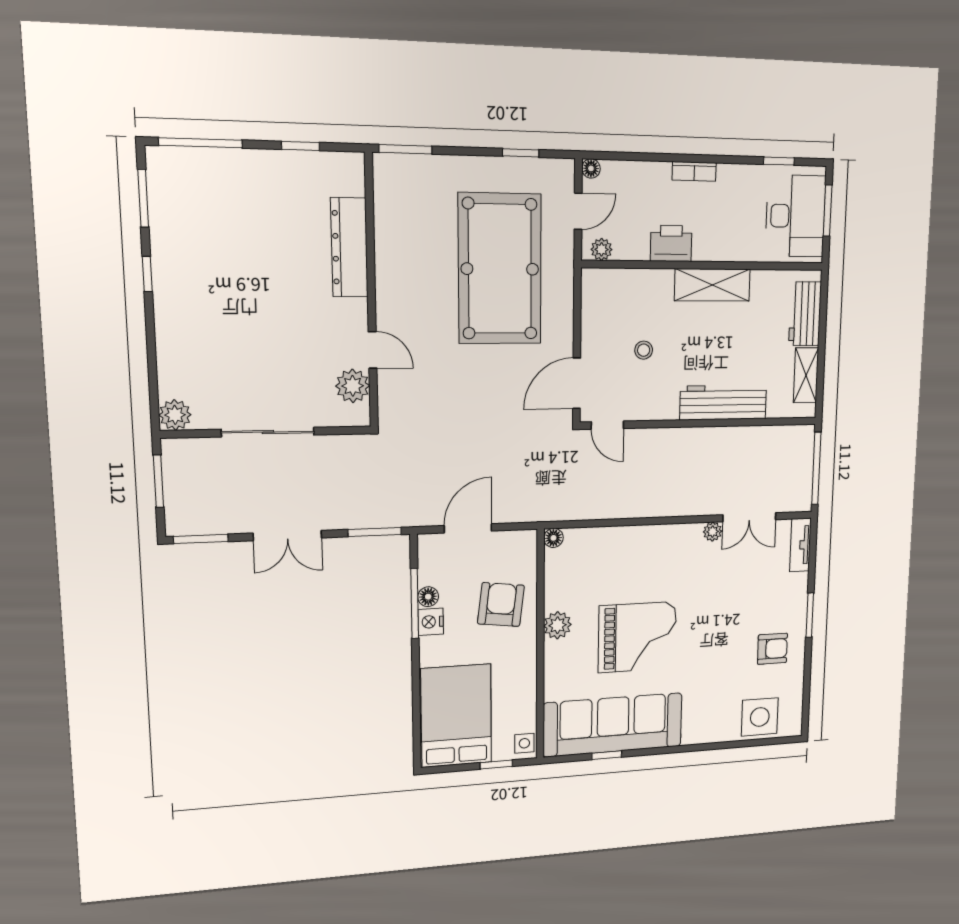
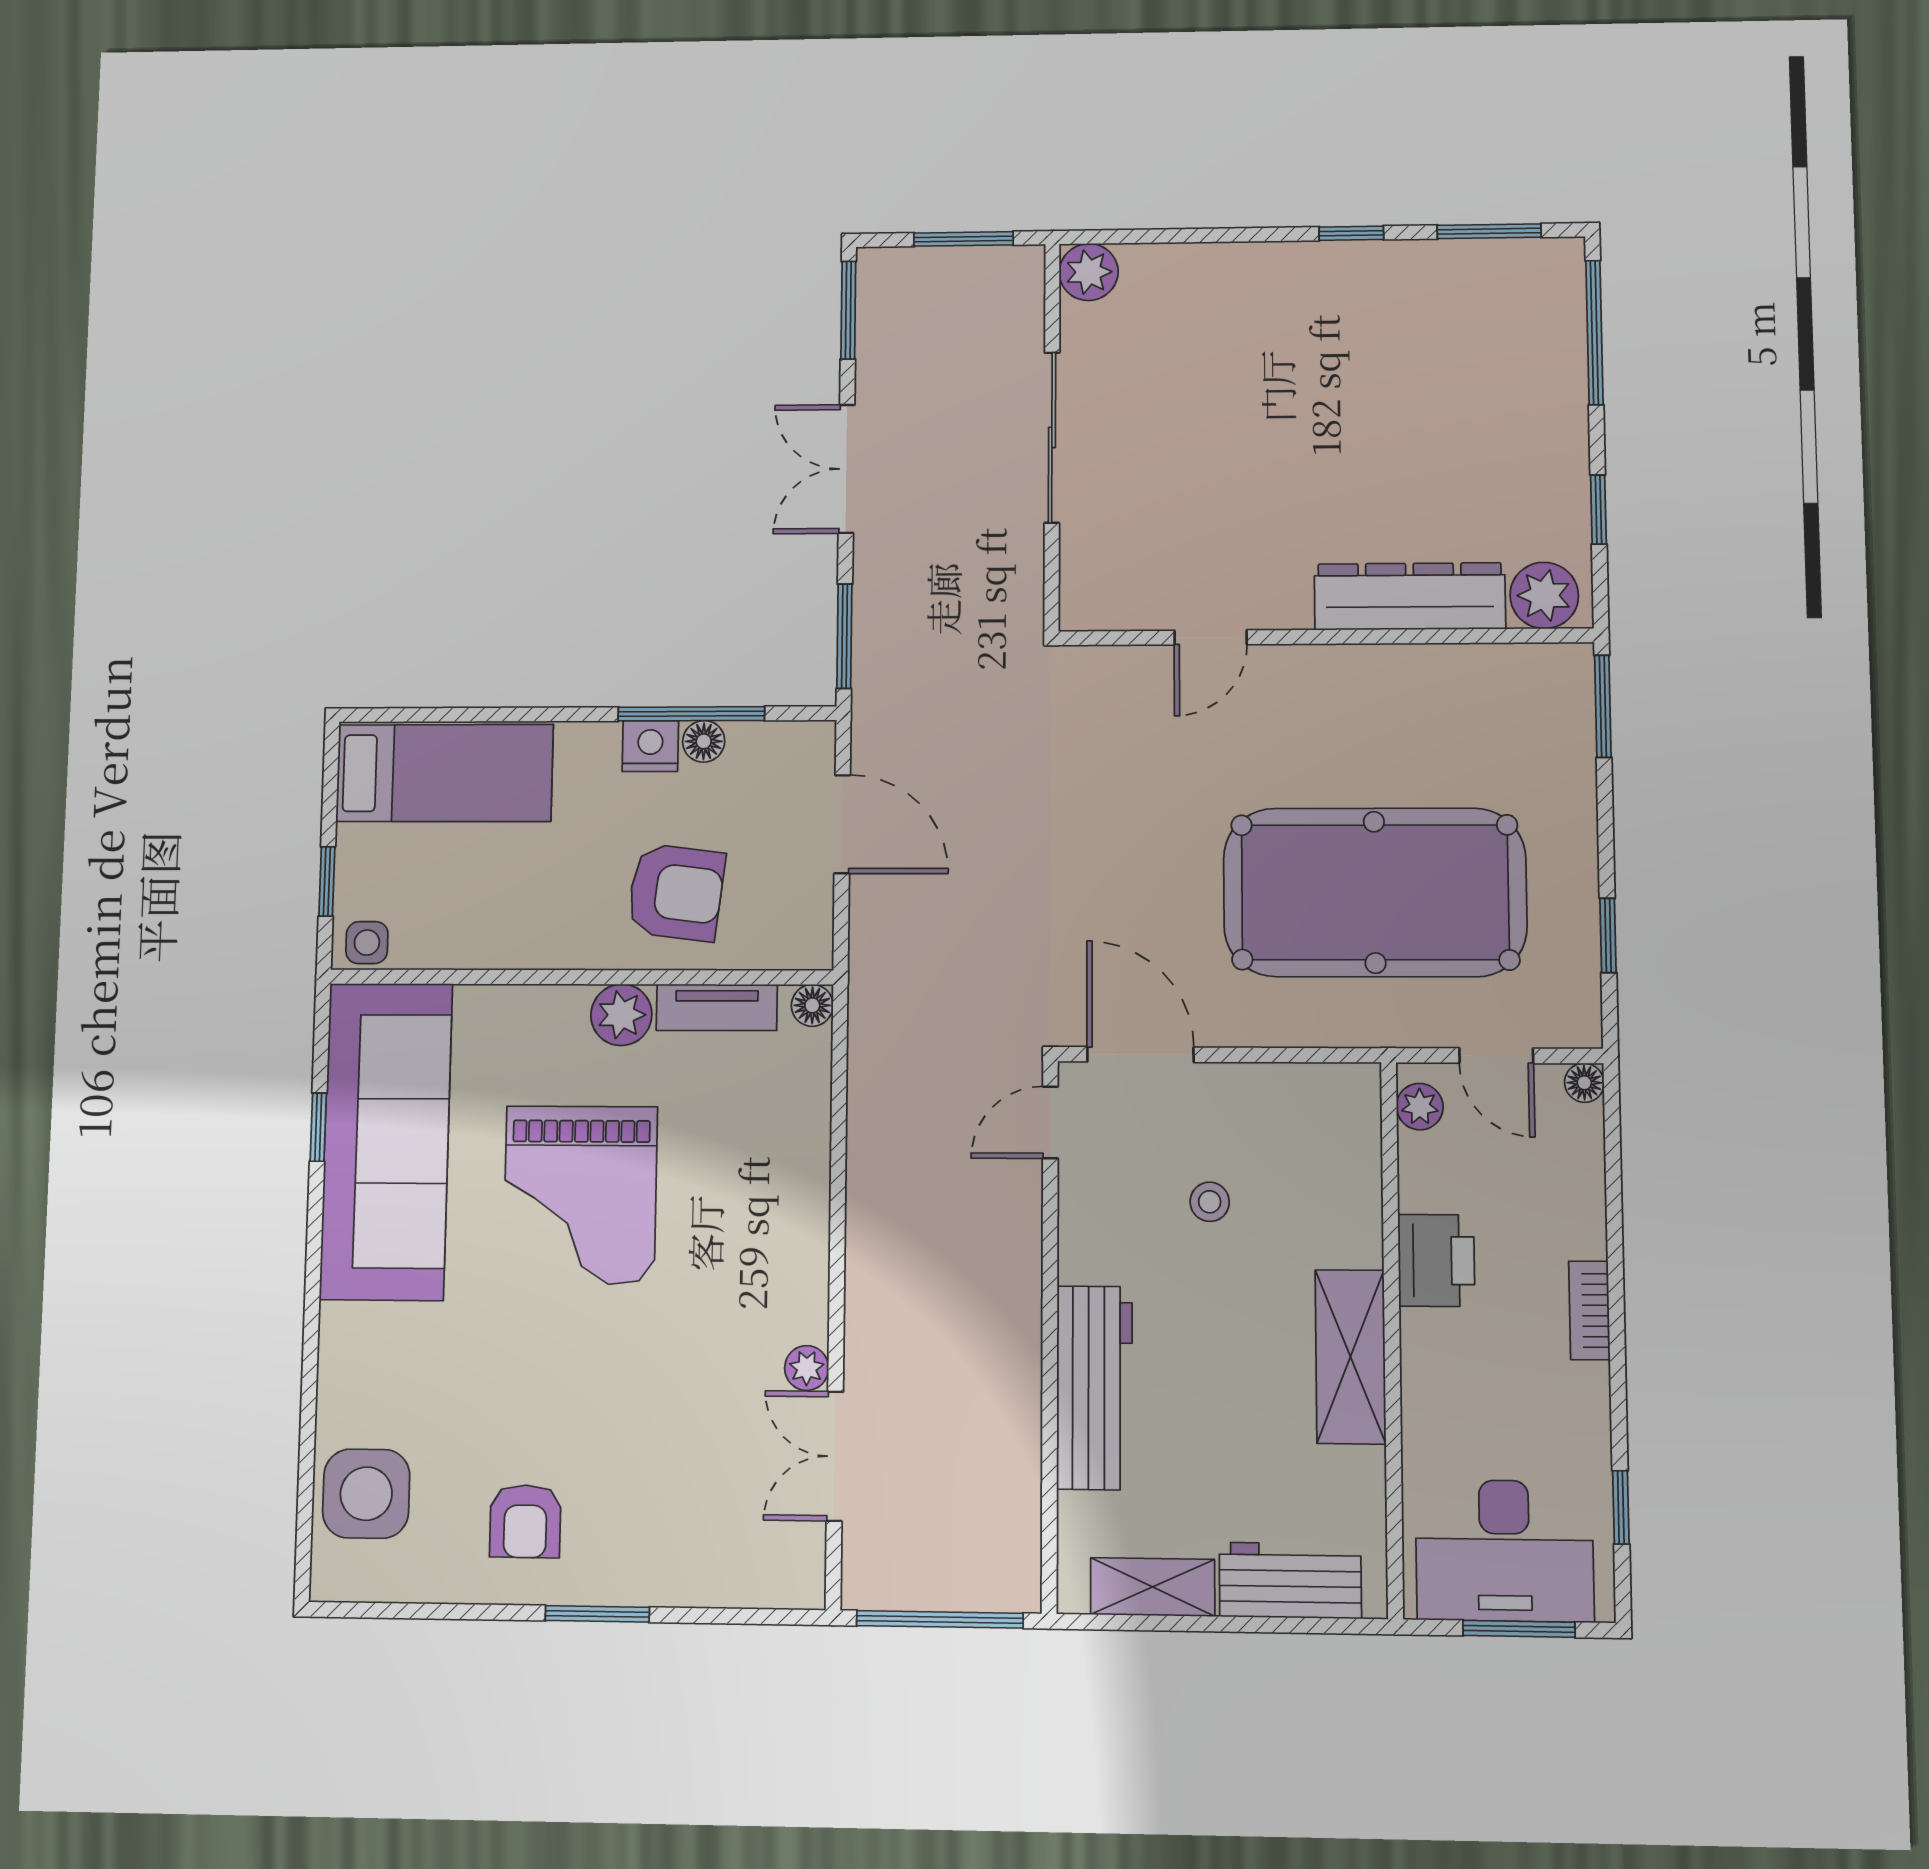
plant: (353, 386) -> (1544, 595), moved
tv unit: (800, 545) -> (717, 1007), moved, turned 180
bed: (456, 716) -> (445, 773), width x0.67

